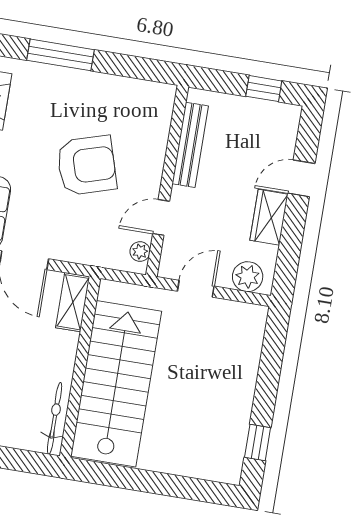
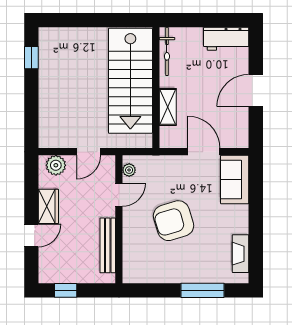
shelving: (73, 302) -> (168, 107), moved

